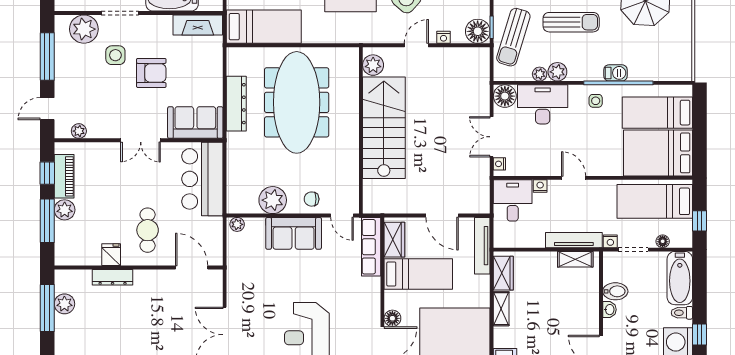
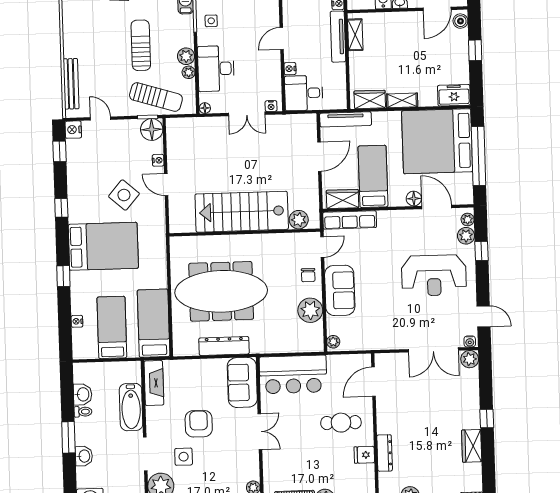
plant: (373, 65) -> (299, 220), moved
floor lamp: (505, 96) -> (205, 108), width x0.53, depth x0.53

